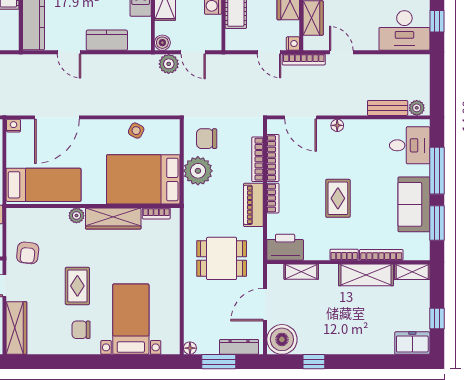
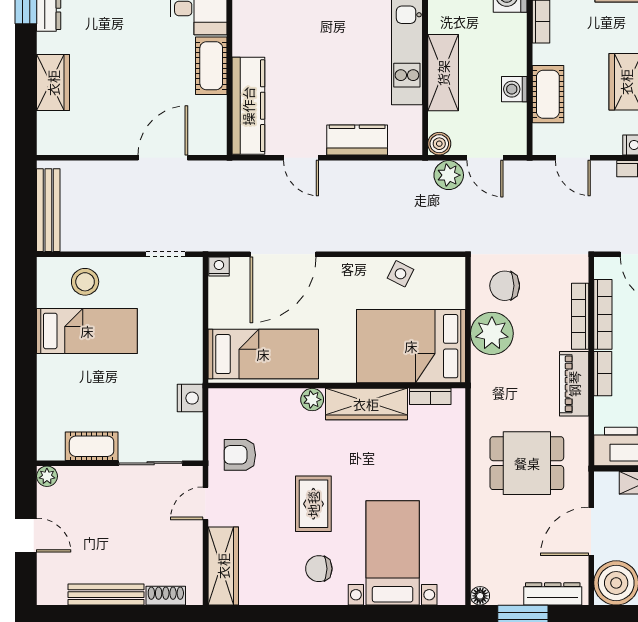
door: (269, 52) -> (573, 158), moved
armchair: (28, 253) -> (240, 455), turned 84

